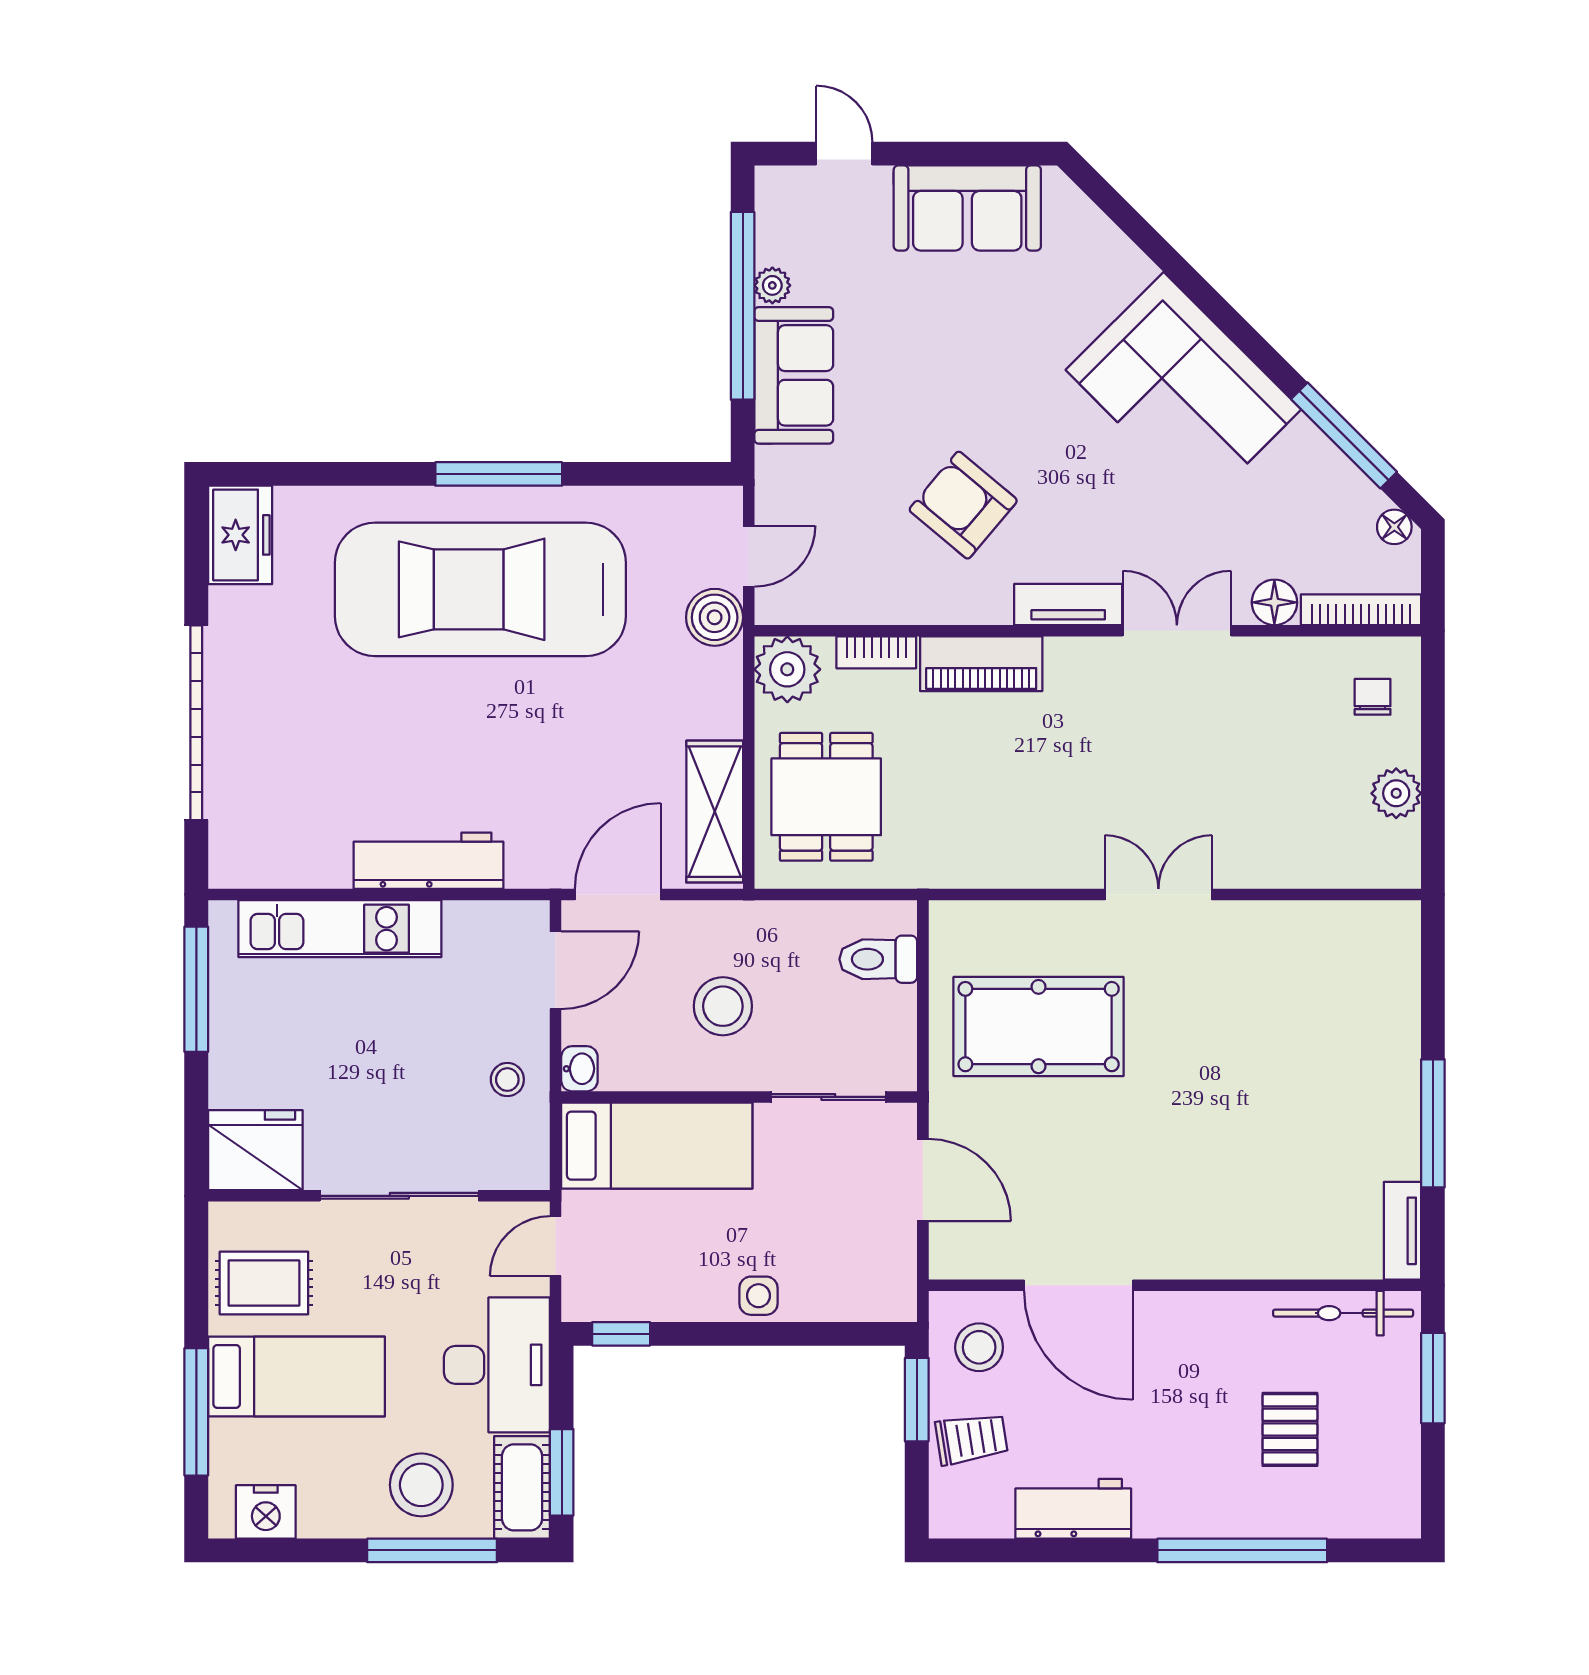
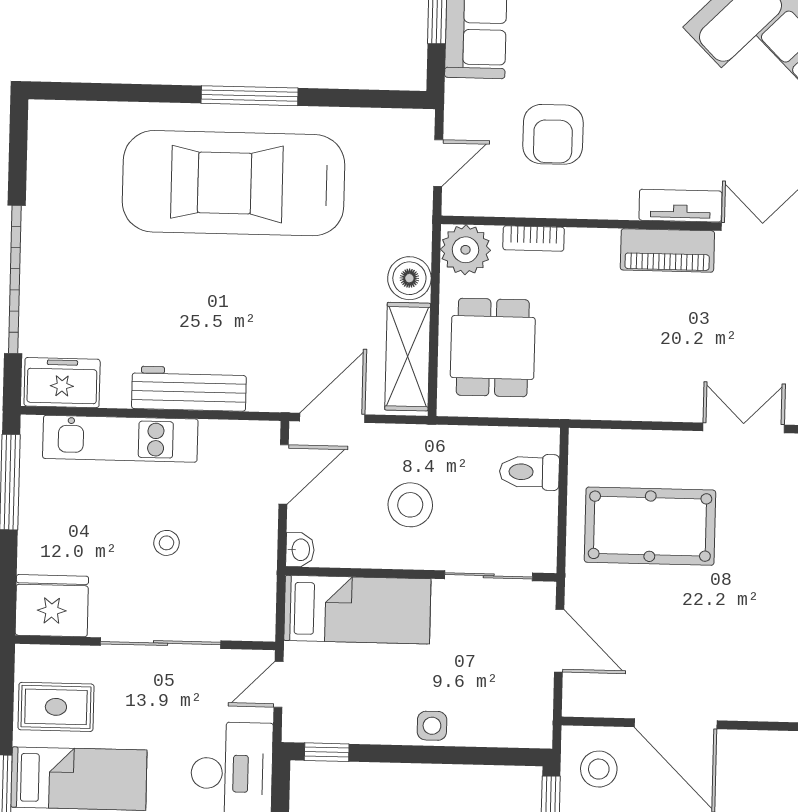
armchair: (963, 505) -> (553, 134), moved, turned -130
freezer: (240, 535) -> (62, 383), moved, turned -90
boiler: (715, 617) -> (409, 278), moved
piano: (981, 664) -> (667, 250), moved
stool: (507, 1080) -> (167, 543), moved

